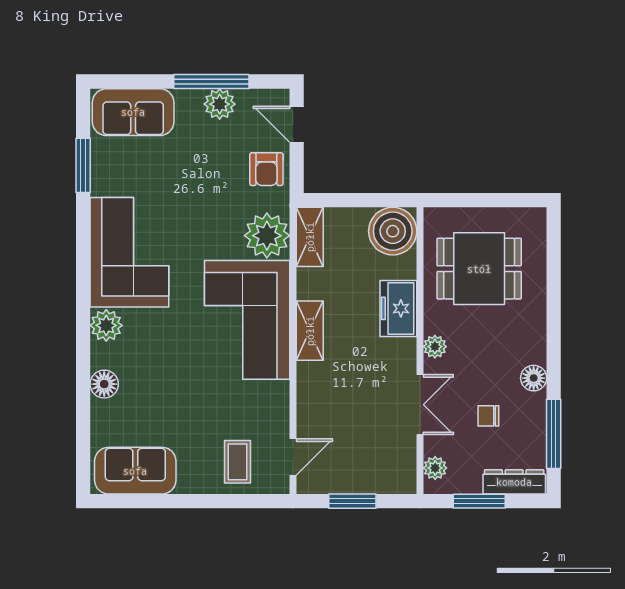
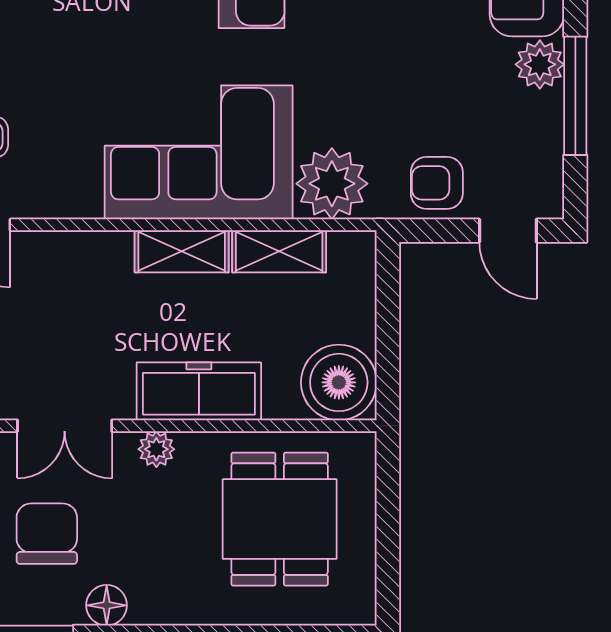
plant: (220, 104) -> (540, 64), moved
door: (297, 124) -> (508, 231), swing flipped
shelving: (310, 237) -> (279, 251), moved
freezer: (398, 308) -> (199, 391), width x1.40
chair: (488, 416) -> (47, 534), width x1.87, depth x1.87

